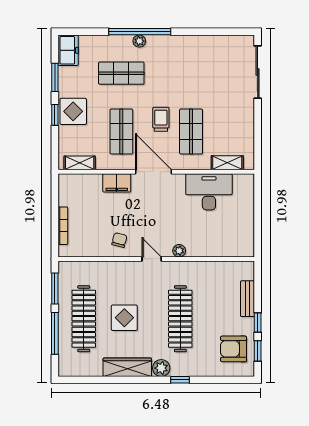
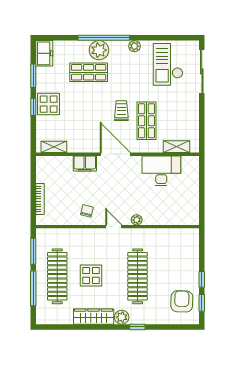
plant: (139, 41) -> (99, 50), width x1.88, depth x1.88
plant: (177, 42) -> (134, 46), added
checkout: (217, 64) -> (168, 64), added
shop shelf: (121, 131) -> (89, 121), removed
bench: (247, 299) -> (193, 260), removed
armchair: (234, 349) -> (182, 301), turned 92

